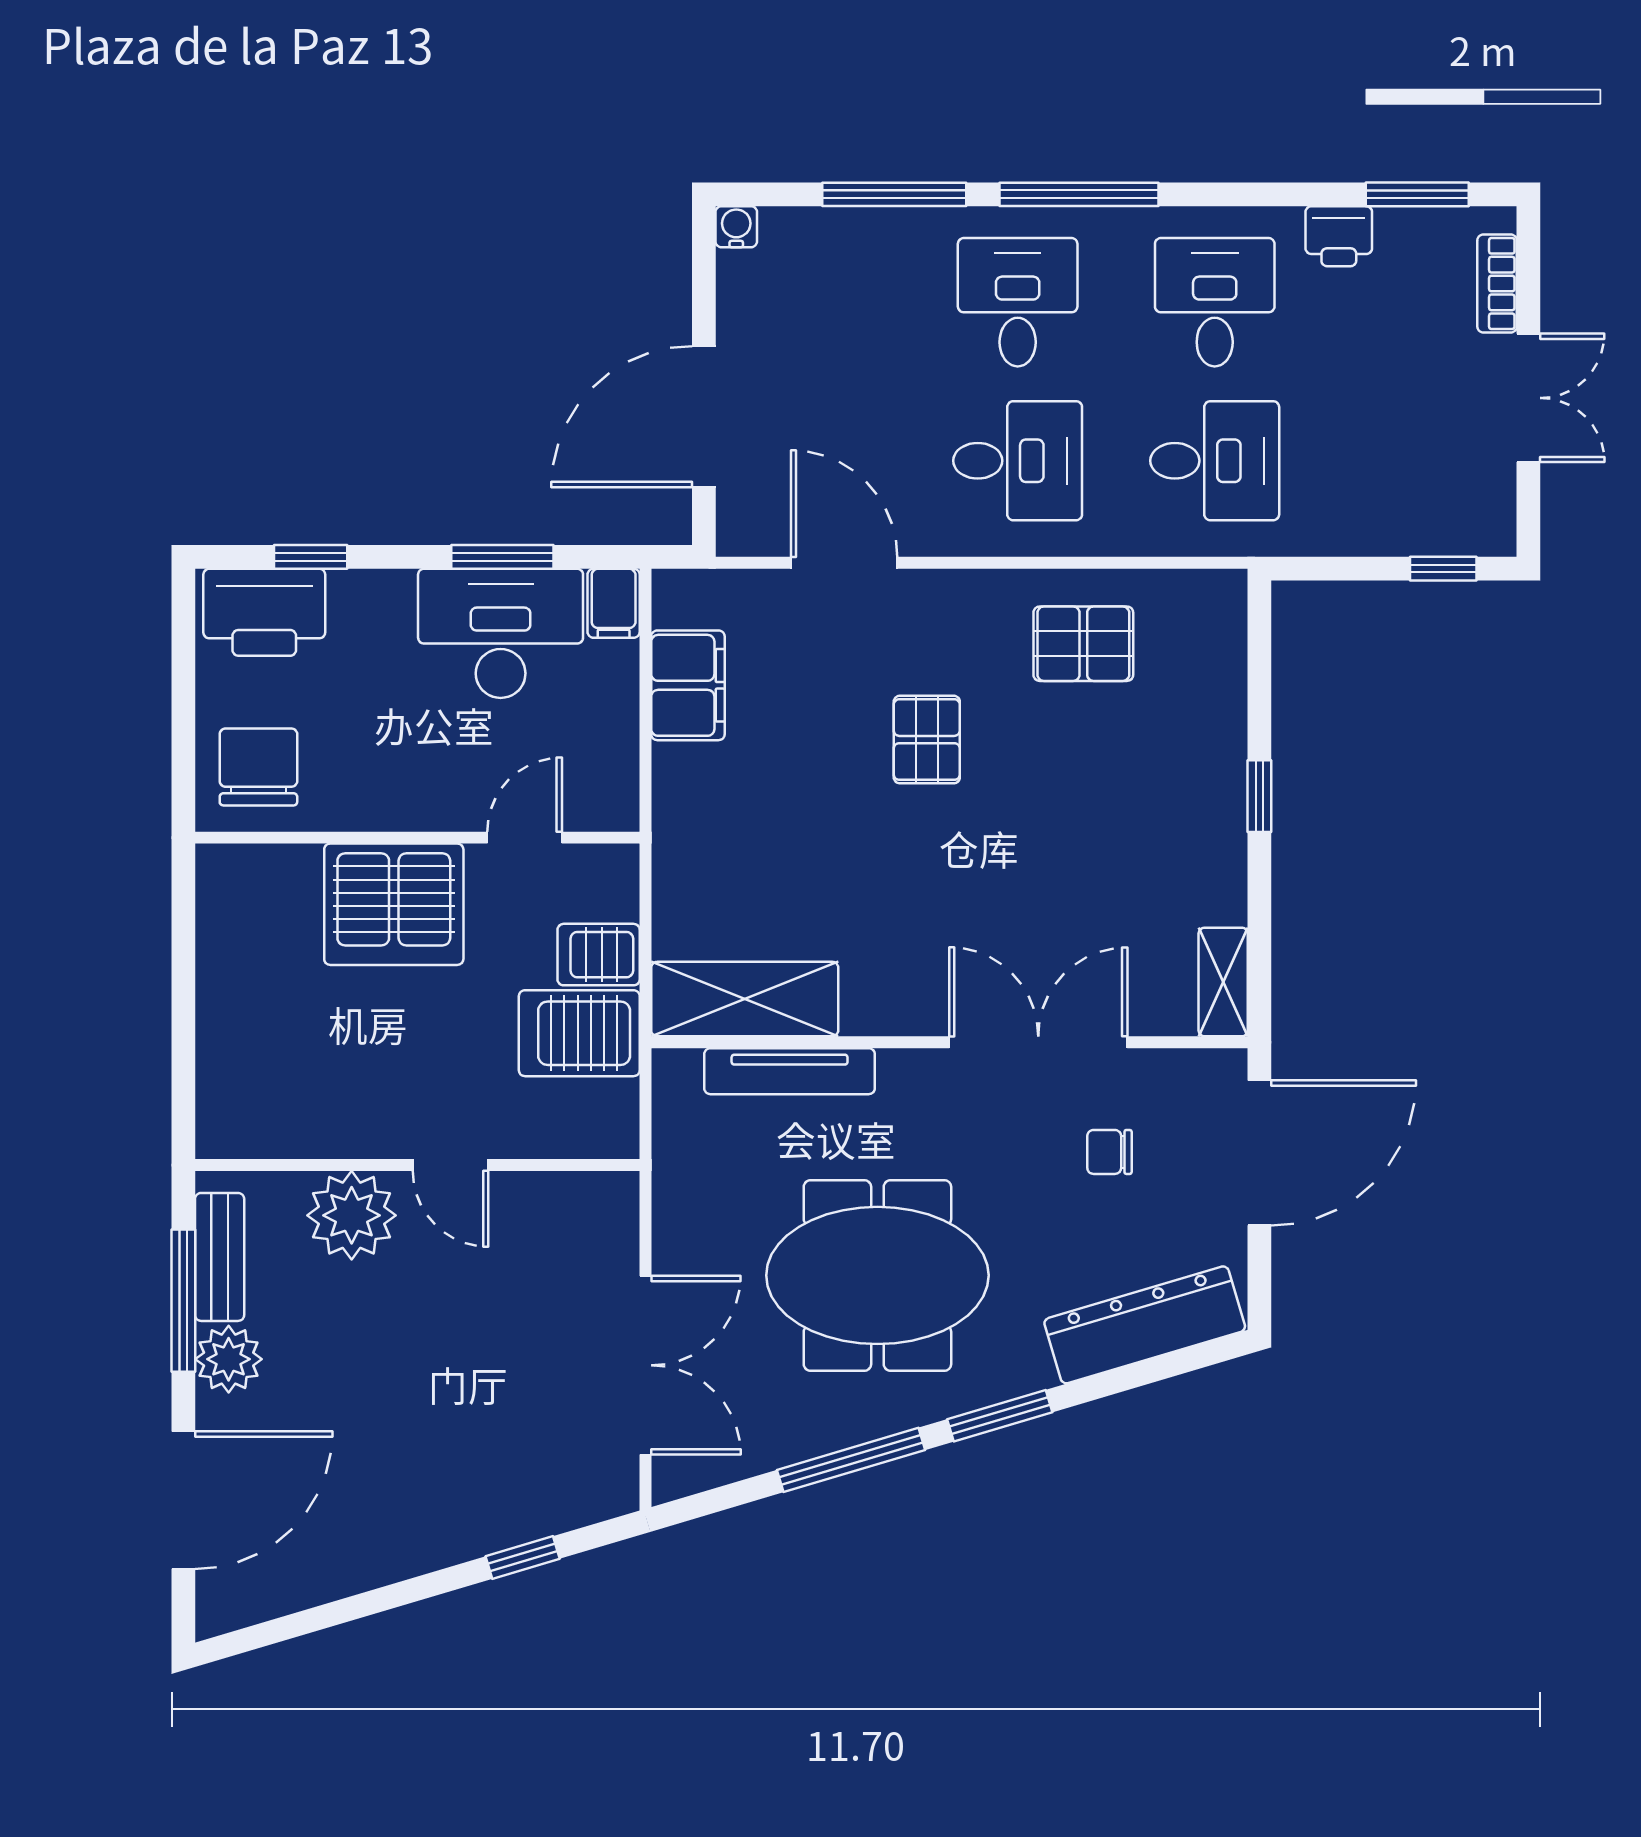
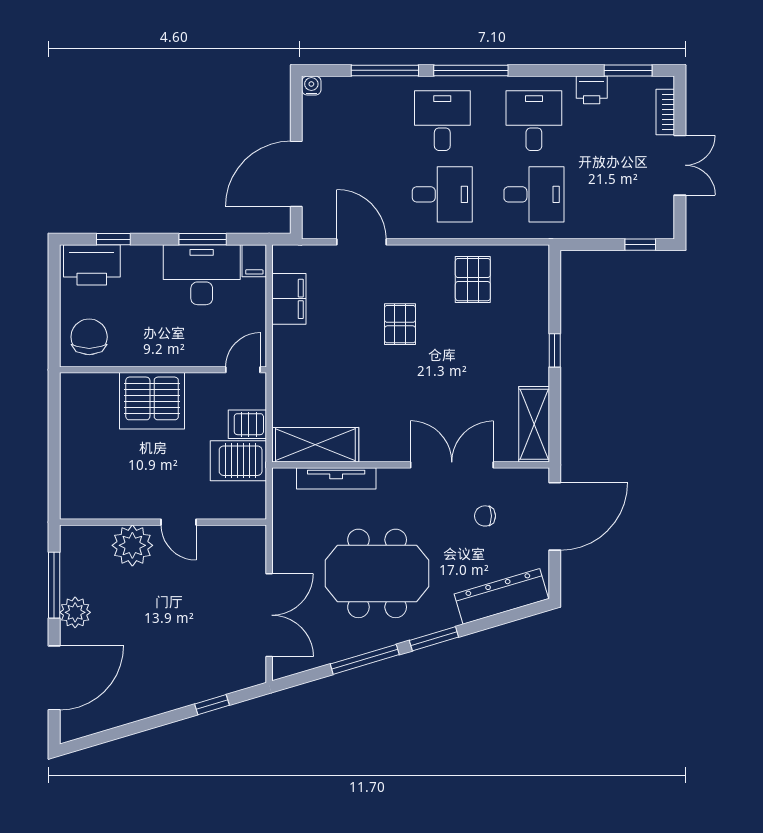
pallet: (1083, 644) -> (473, 280), turned 90
door: (525, 838) -> (243, 370), moved
shelving: (1223, 982) -> (534, 424), width x1.50, depth x1.33
bench: (220, 1257) -> (71, 565), removed

